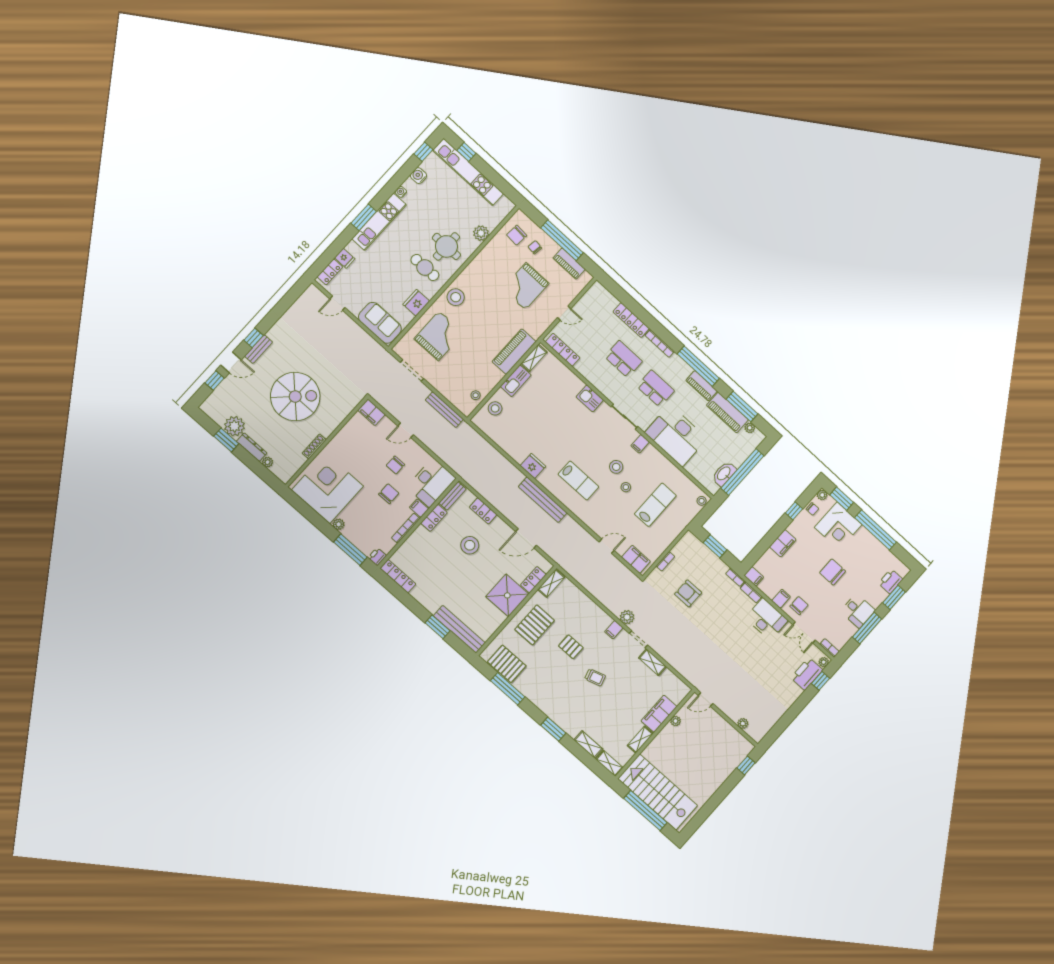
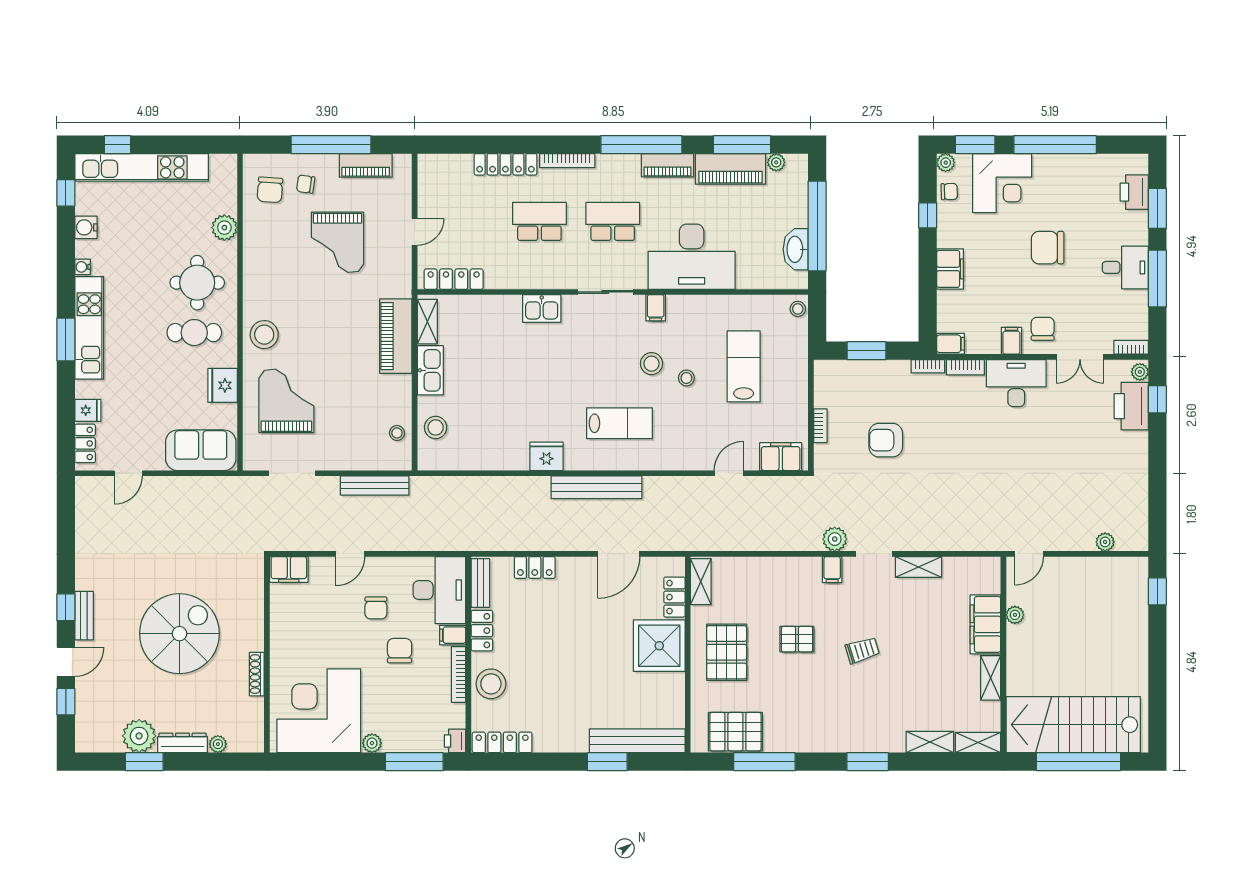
stool: (470, 545) -> (491, 684), moved

